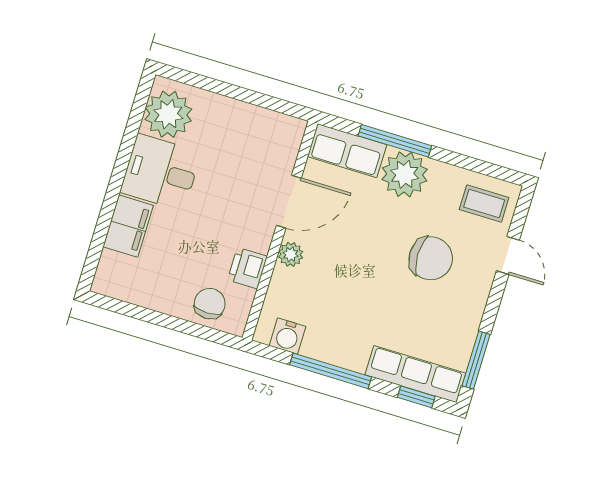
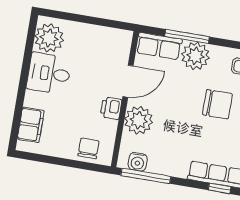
filing cabinet: (128, 226) -> (31, 125), moved
plant: (291, 254) -> (139, 120), width x1.87, depth x1.87
printer: (247, 268) -> (111, 108), moved
window: (331, 371) -> (146, 176), moved

